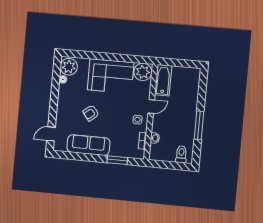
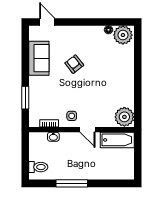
corner sofa: (111, 76) -> (117, 82), removed
sofa: (88, 145) -> (39, 58), width x0.73

